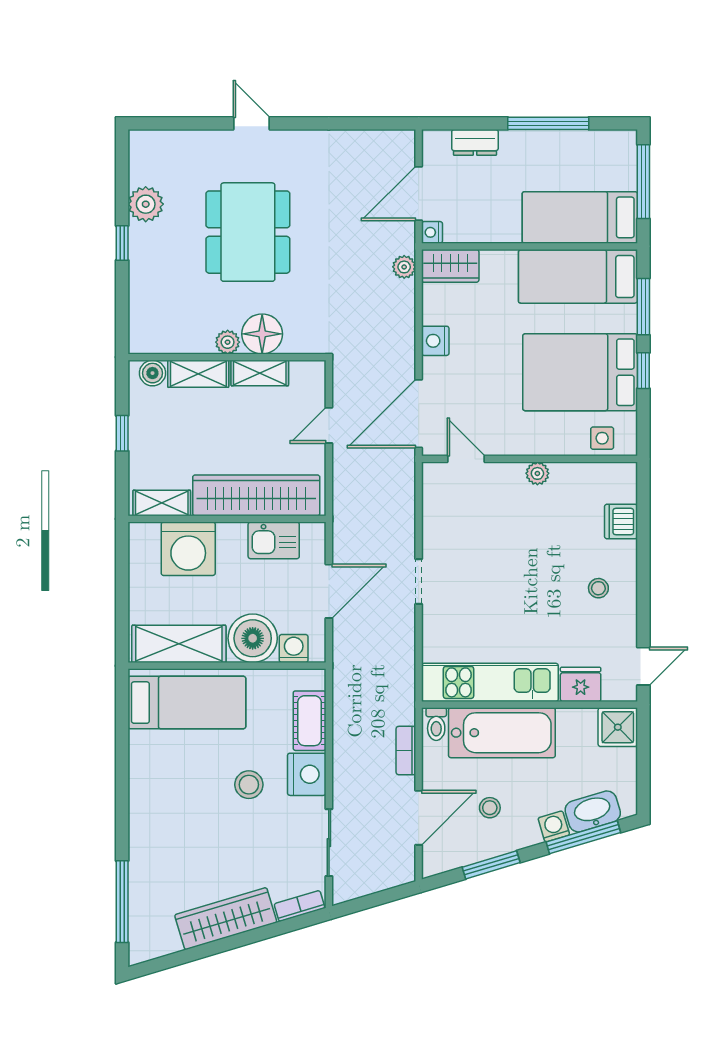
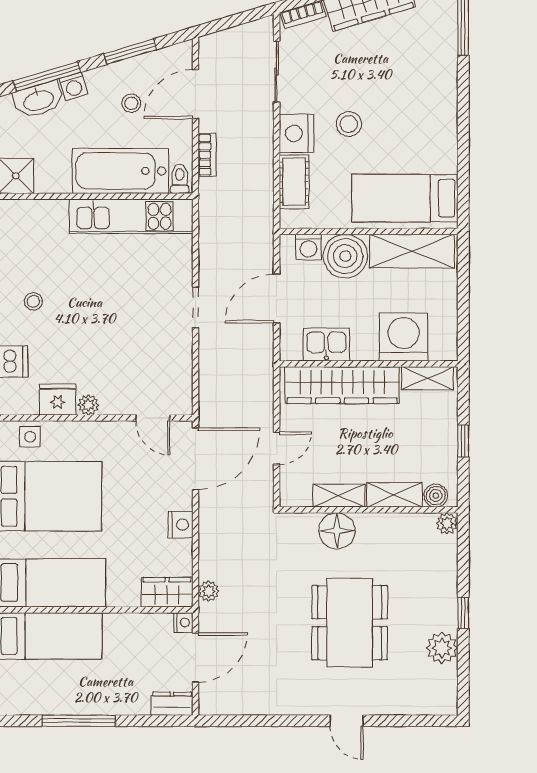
dresser: (475, 142) -> (172, 704), moved
plant: (228, 342) -> (447, 523), moved
fridge: (581, 684) -> (58, 400), moved, turned 180

